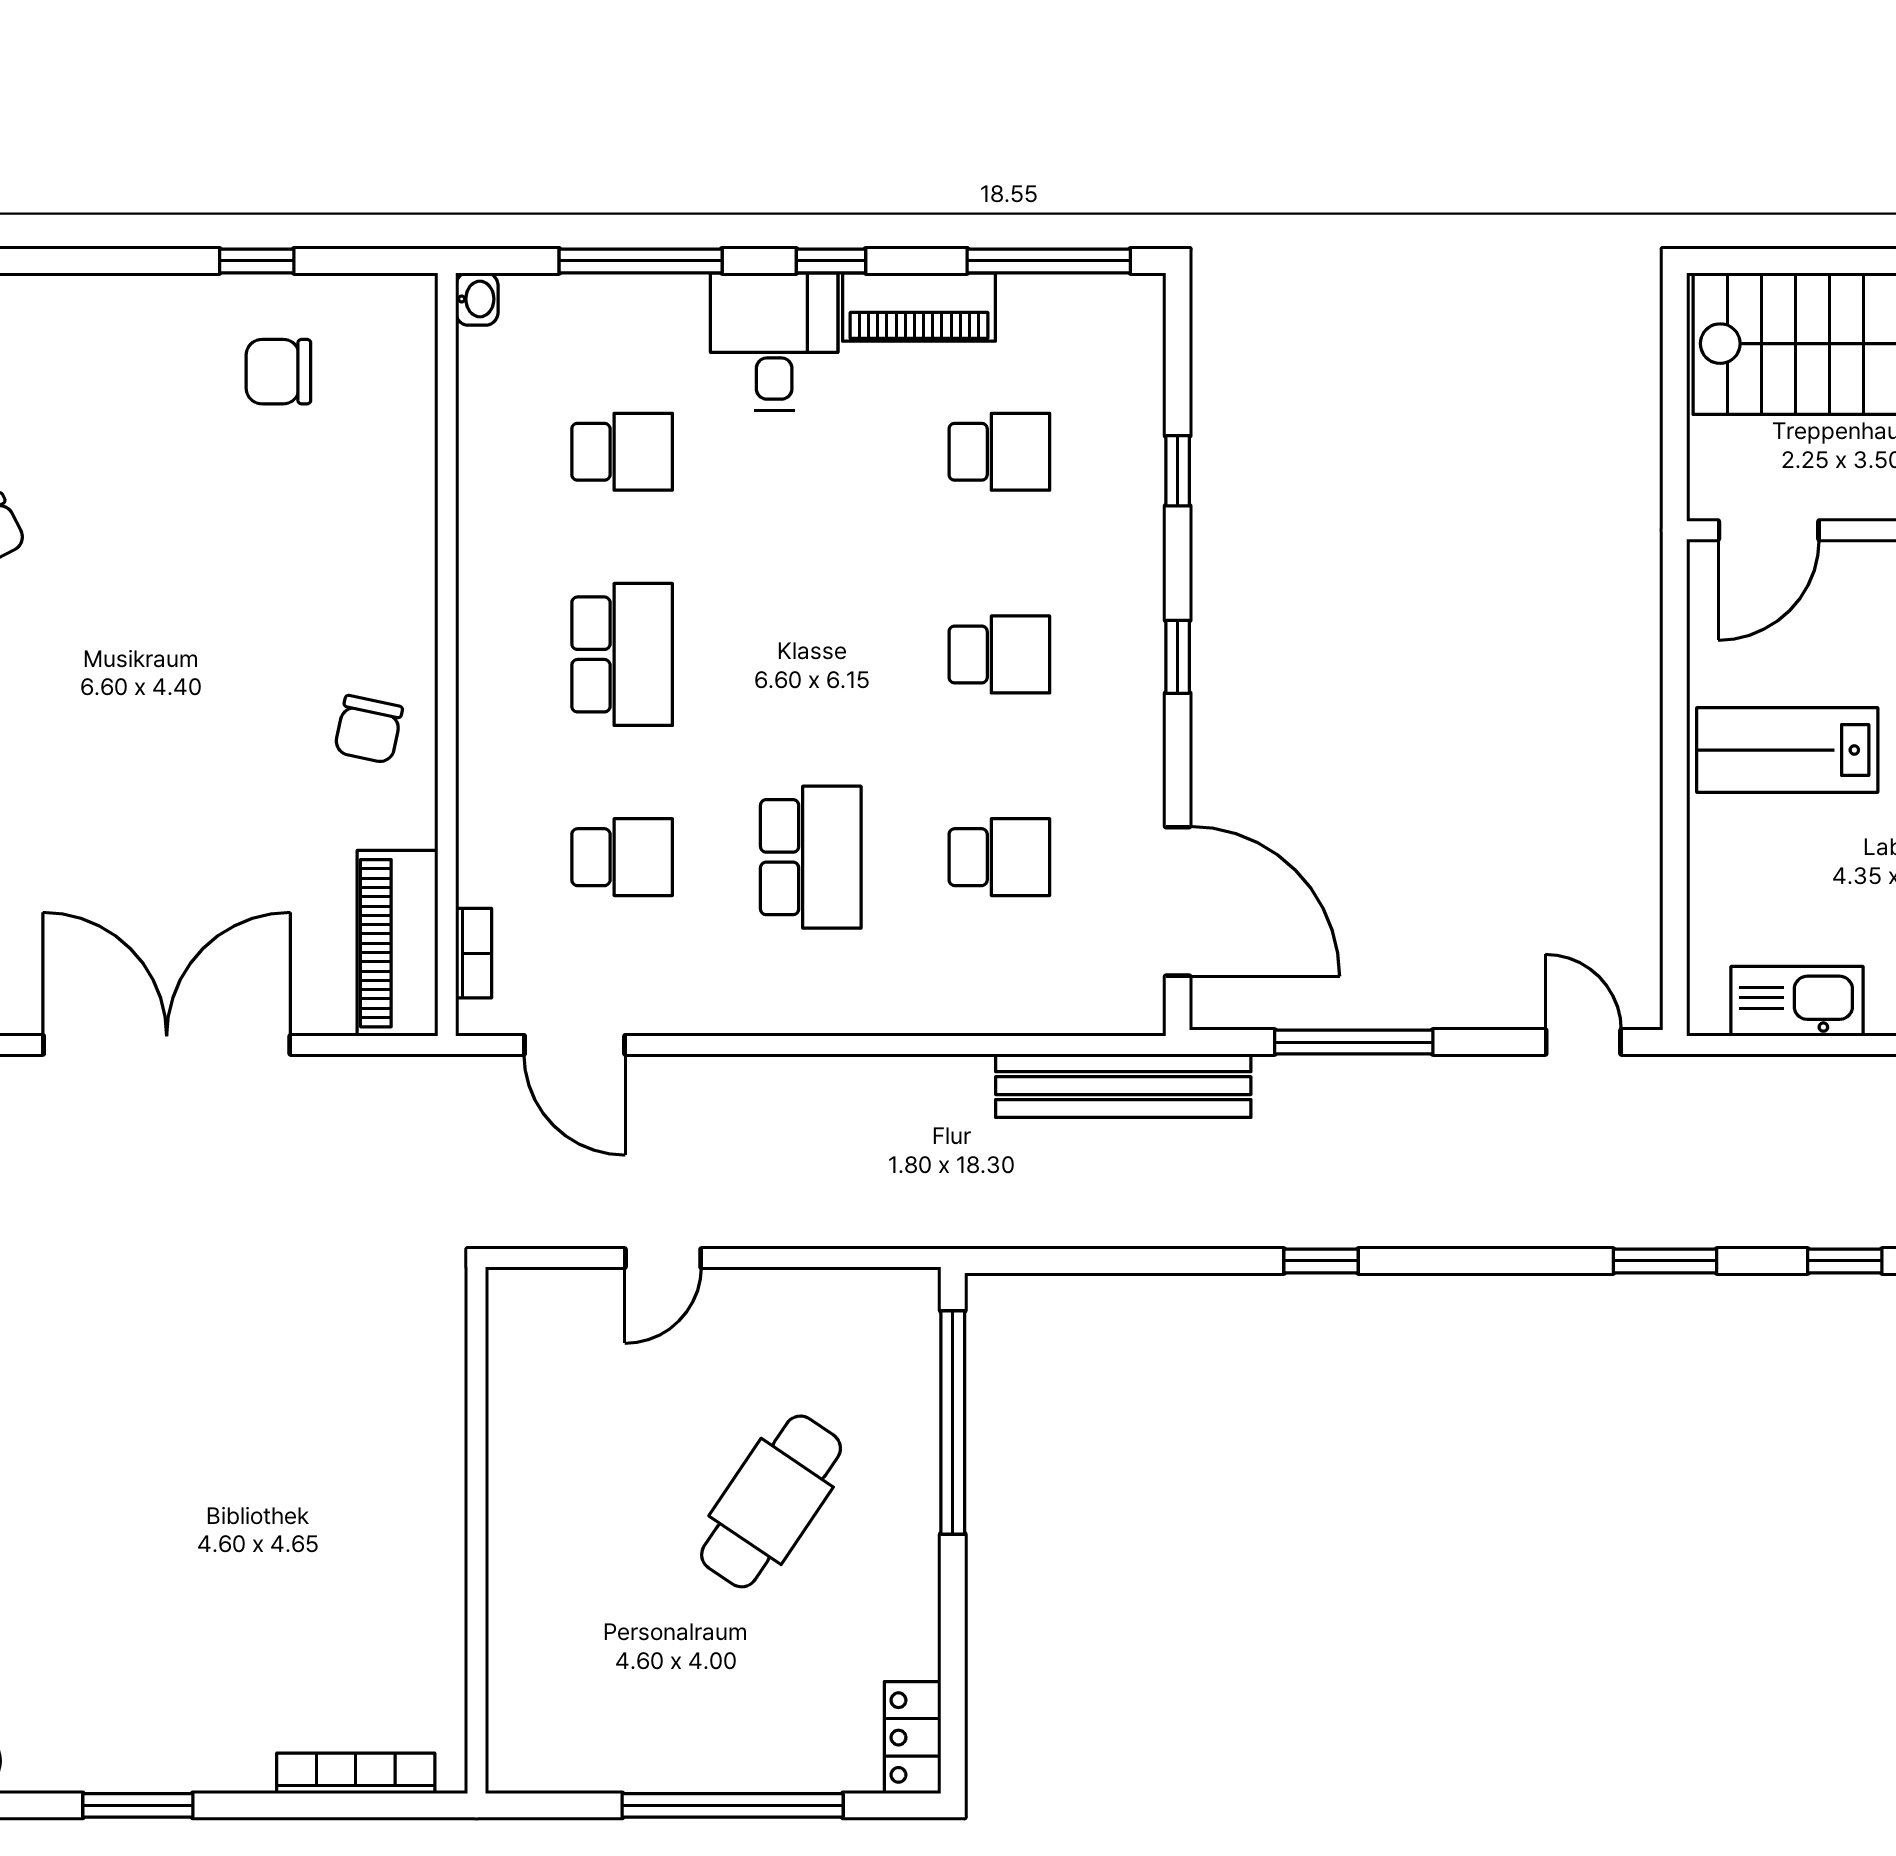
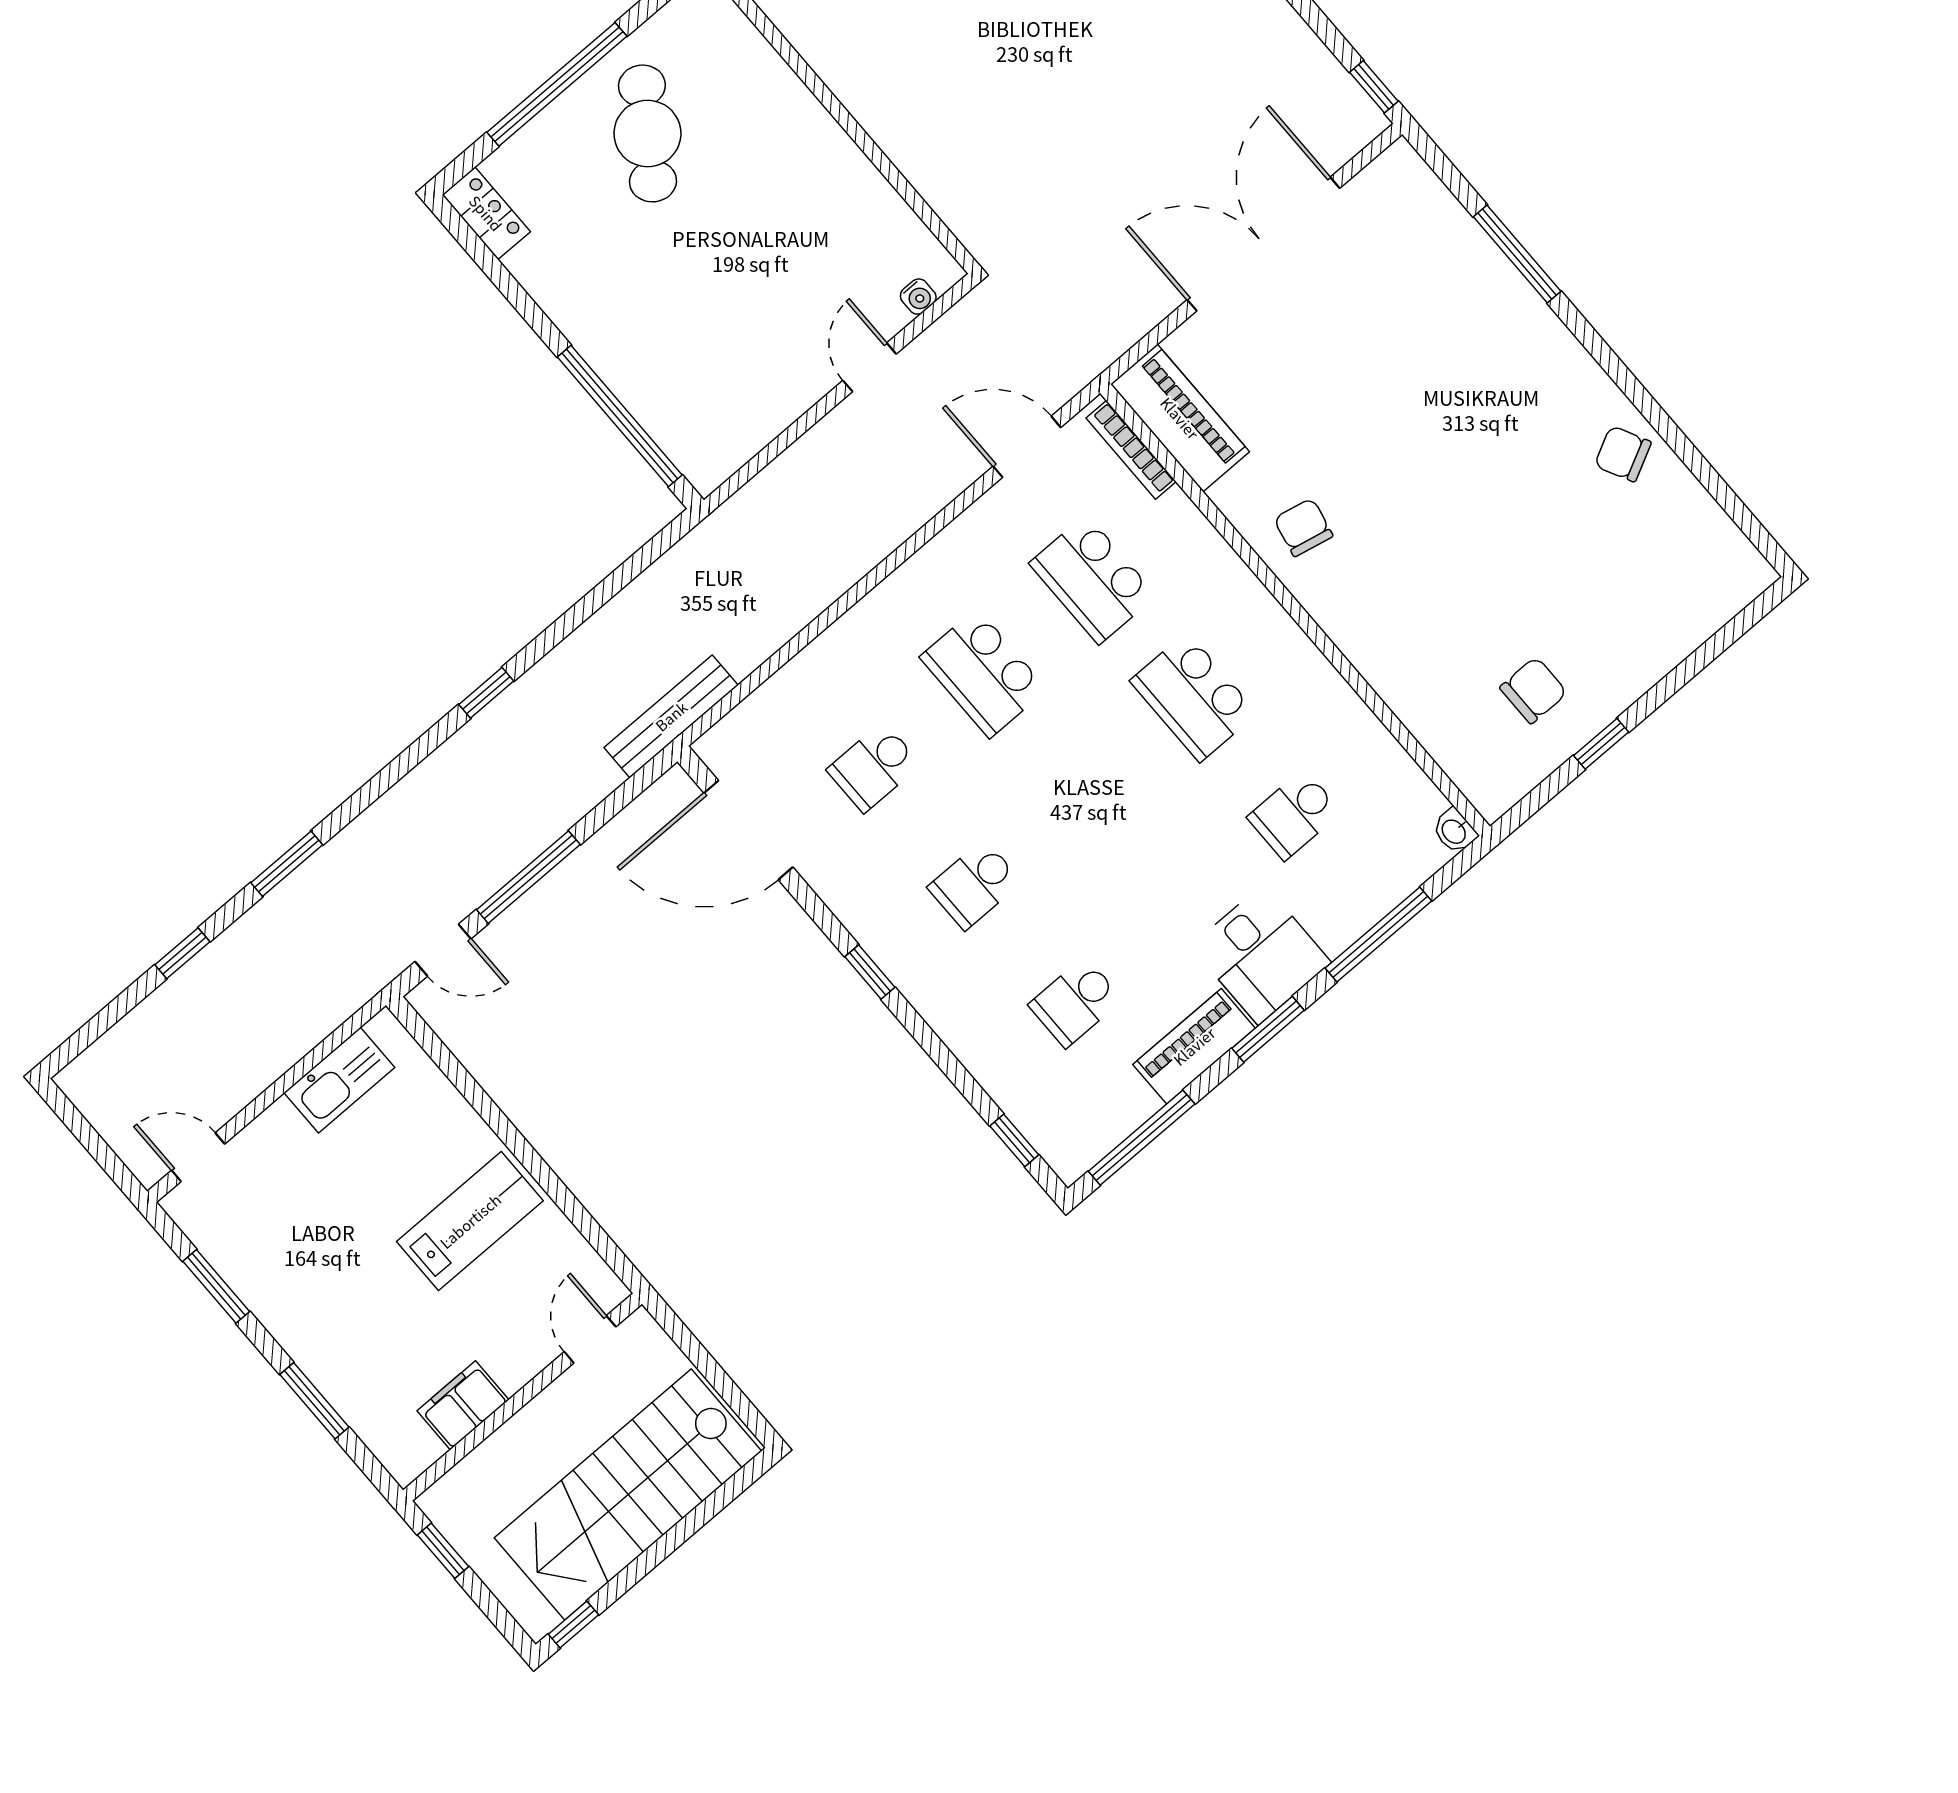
window: (831, 261) -> (1268, 1029), width x1.50
window: (1178, 471) -> (1014, 1140), moved
door: (1769, 530) -> (590, 1339), width x0.73
school desk: (622, 857) -> (1093, 579), width x1.85
bookcase: (474, 953) -> (1131, 450), width x1.56
window: (1354, 1042) -> (528, 877), moved
double door: (167, 1045) -> (1263, 244), swing flipped
bench: (1123, 1086) -> (671, 716), width x0.73, depth x0.82
water cooler: (554, 1287) -> (918, 297), added
cafe table: (771, 1501) -> (647, 133), moved

